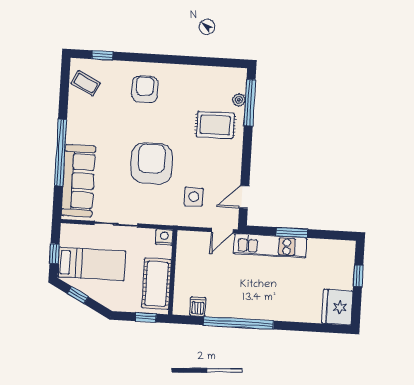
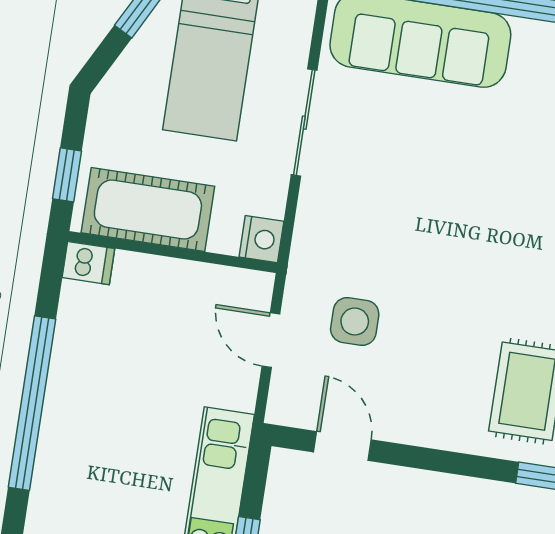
armchair: (152, 163) -> (447, 225), removed
door: (222, 231) -> (271, 340), moved
dishwasher: (198, 307) -> (88, 263), moved

